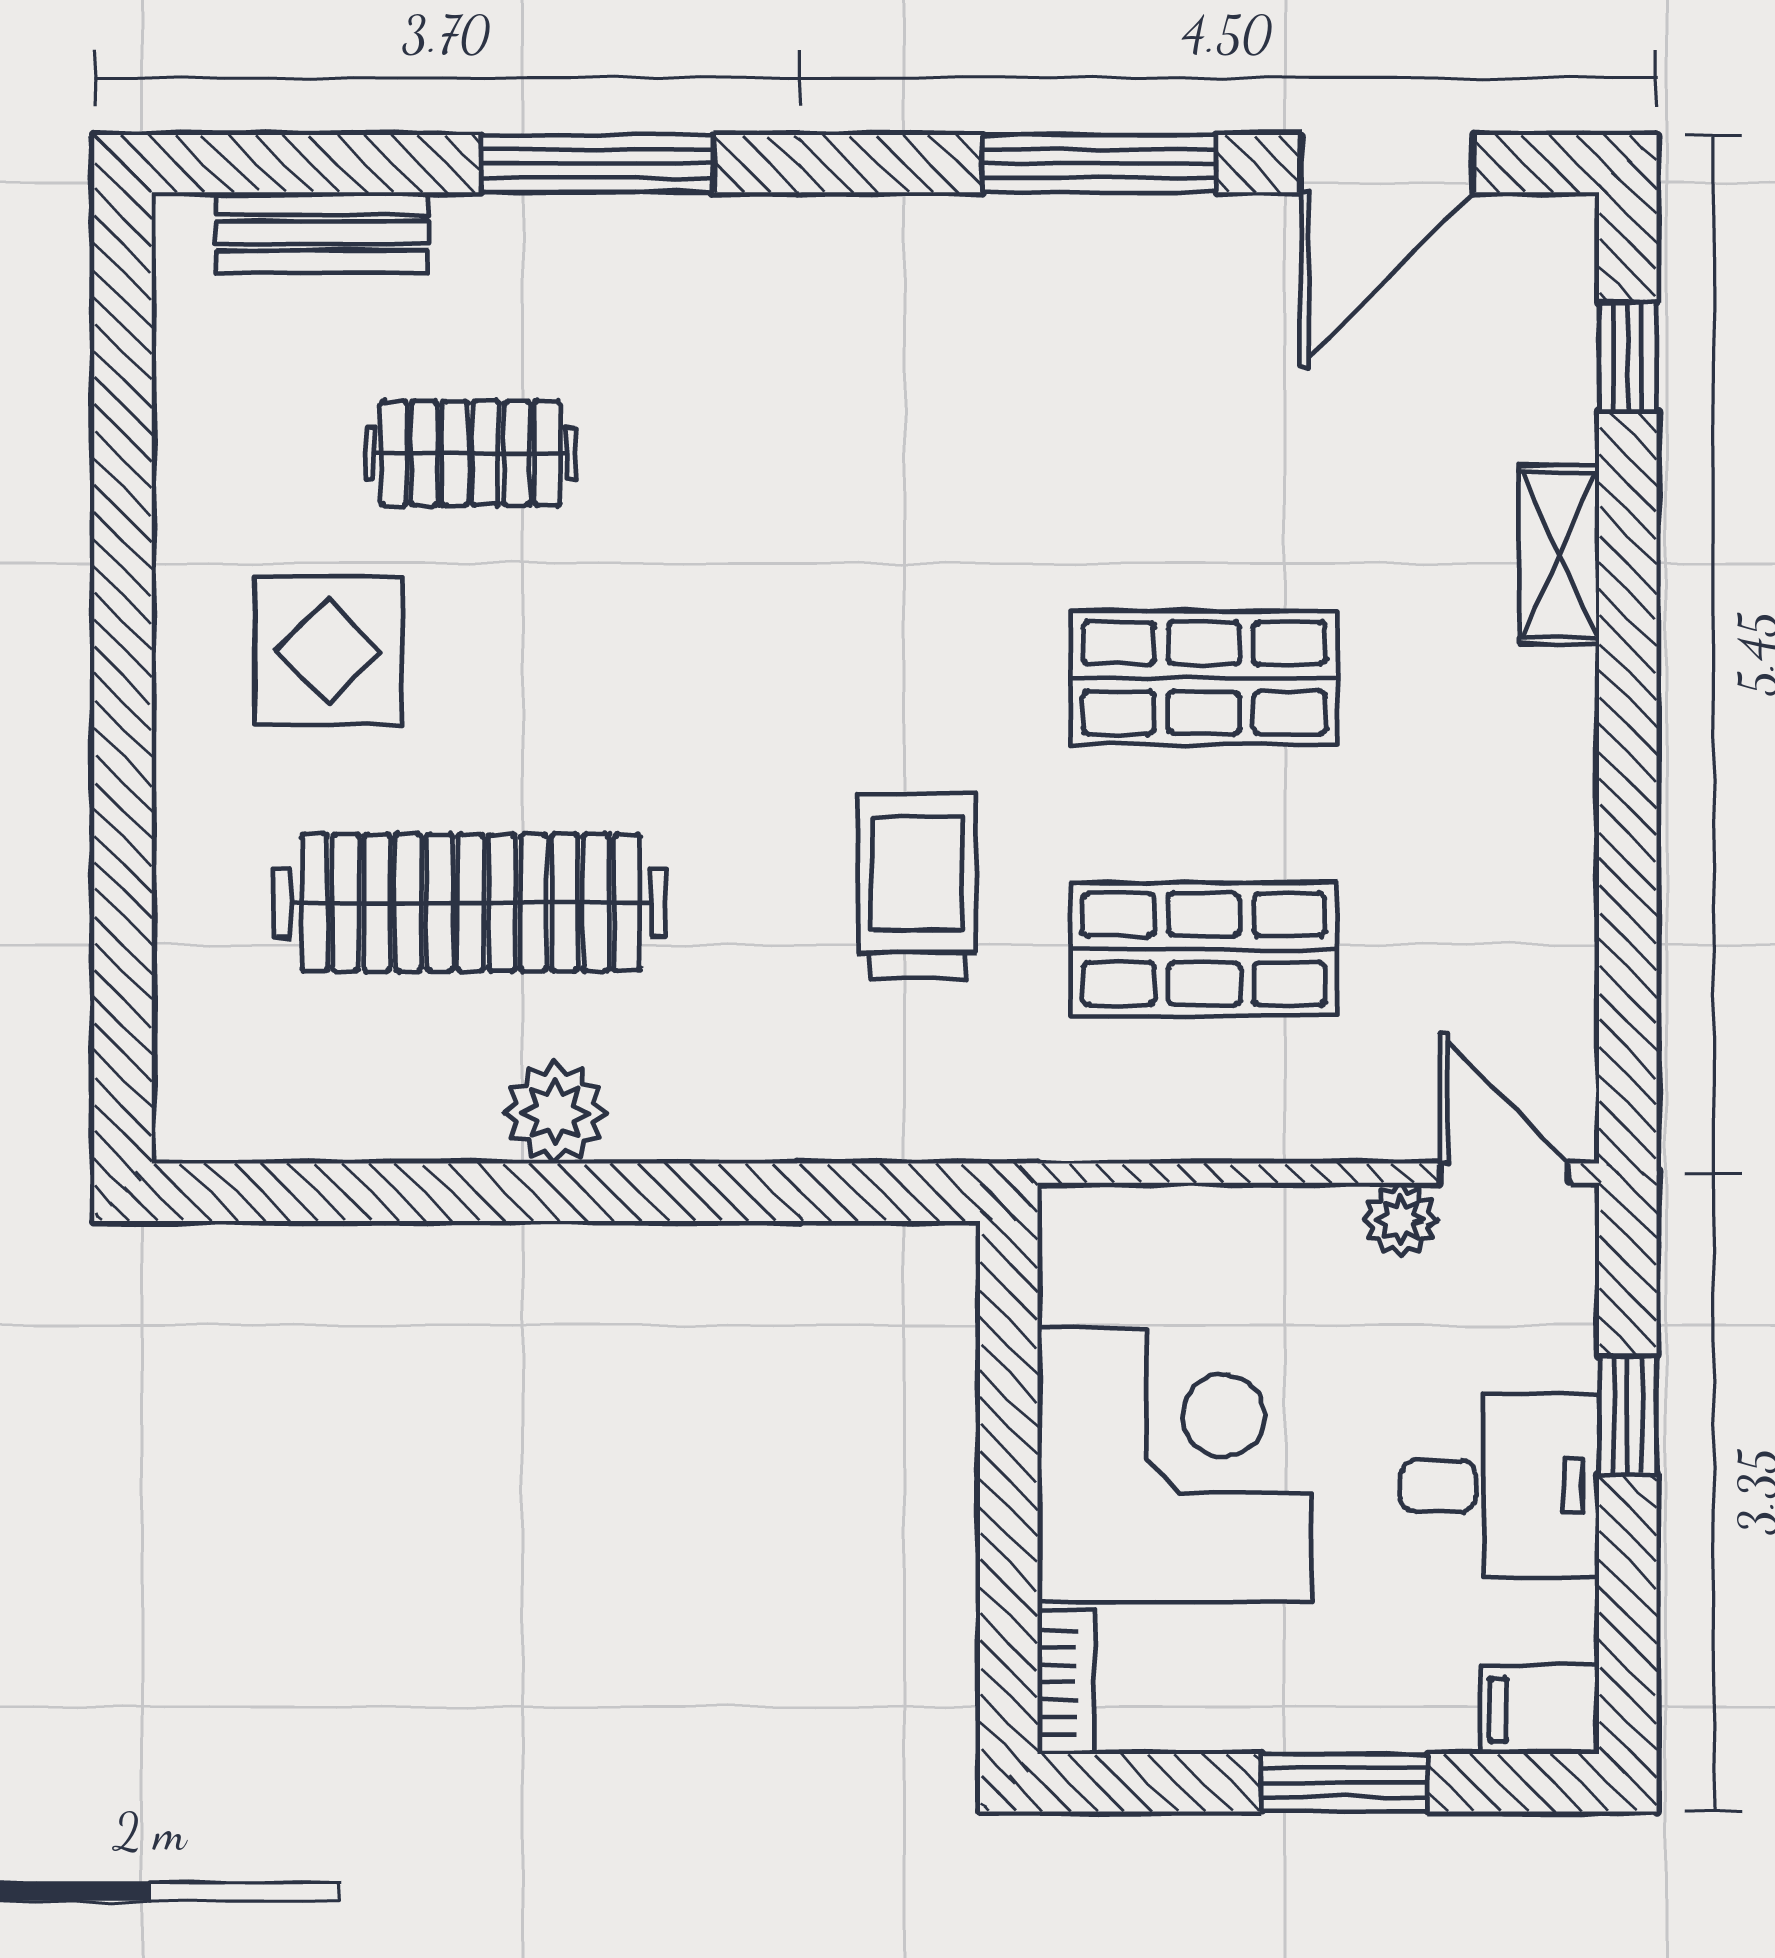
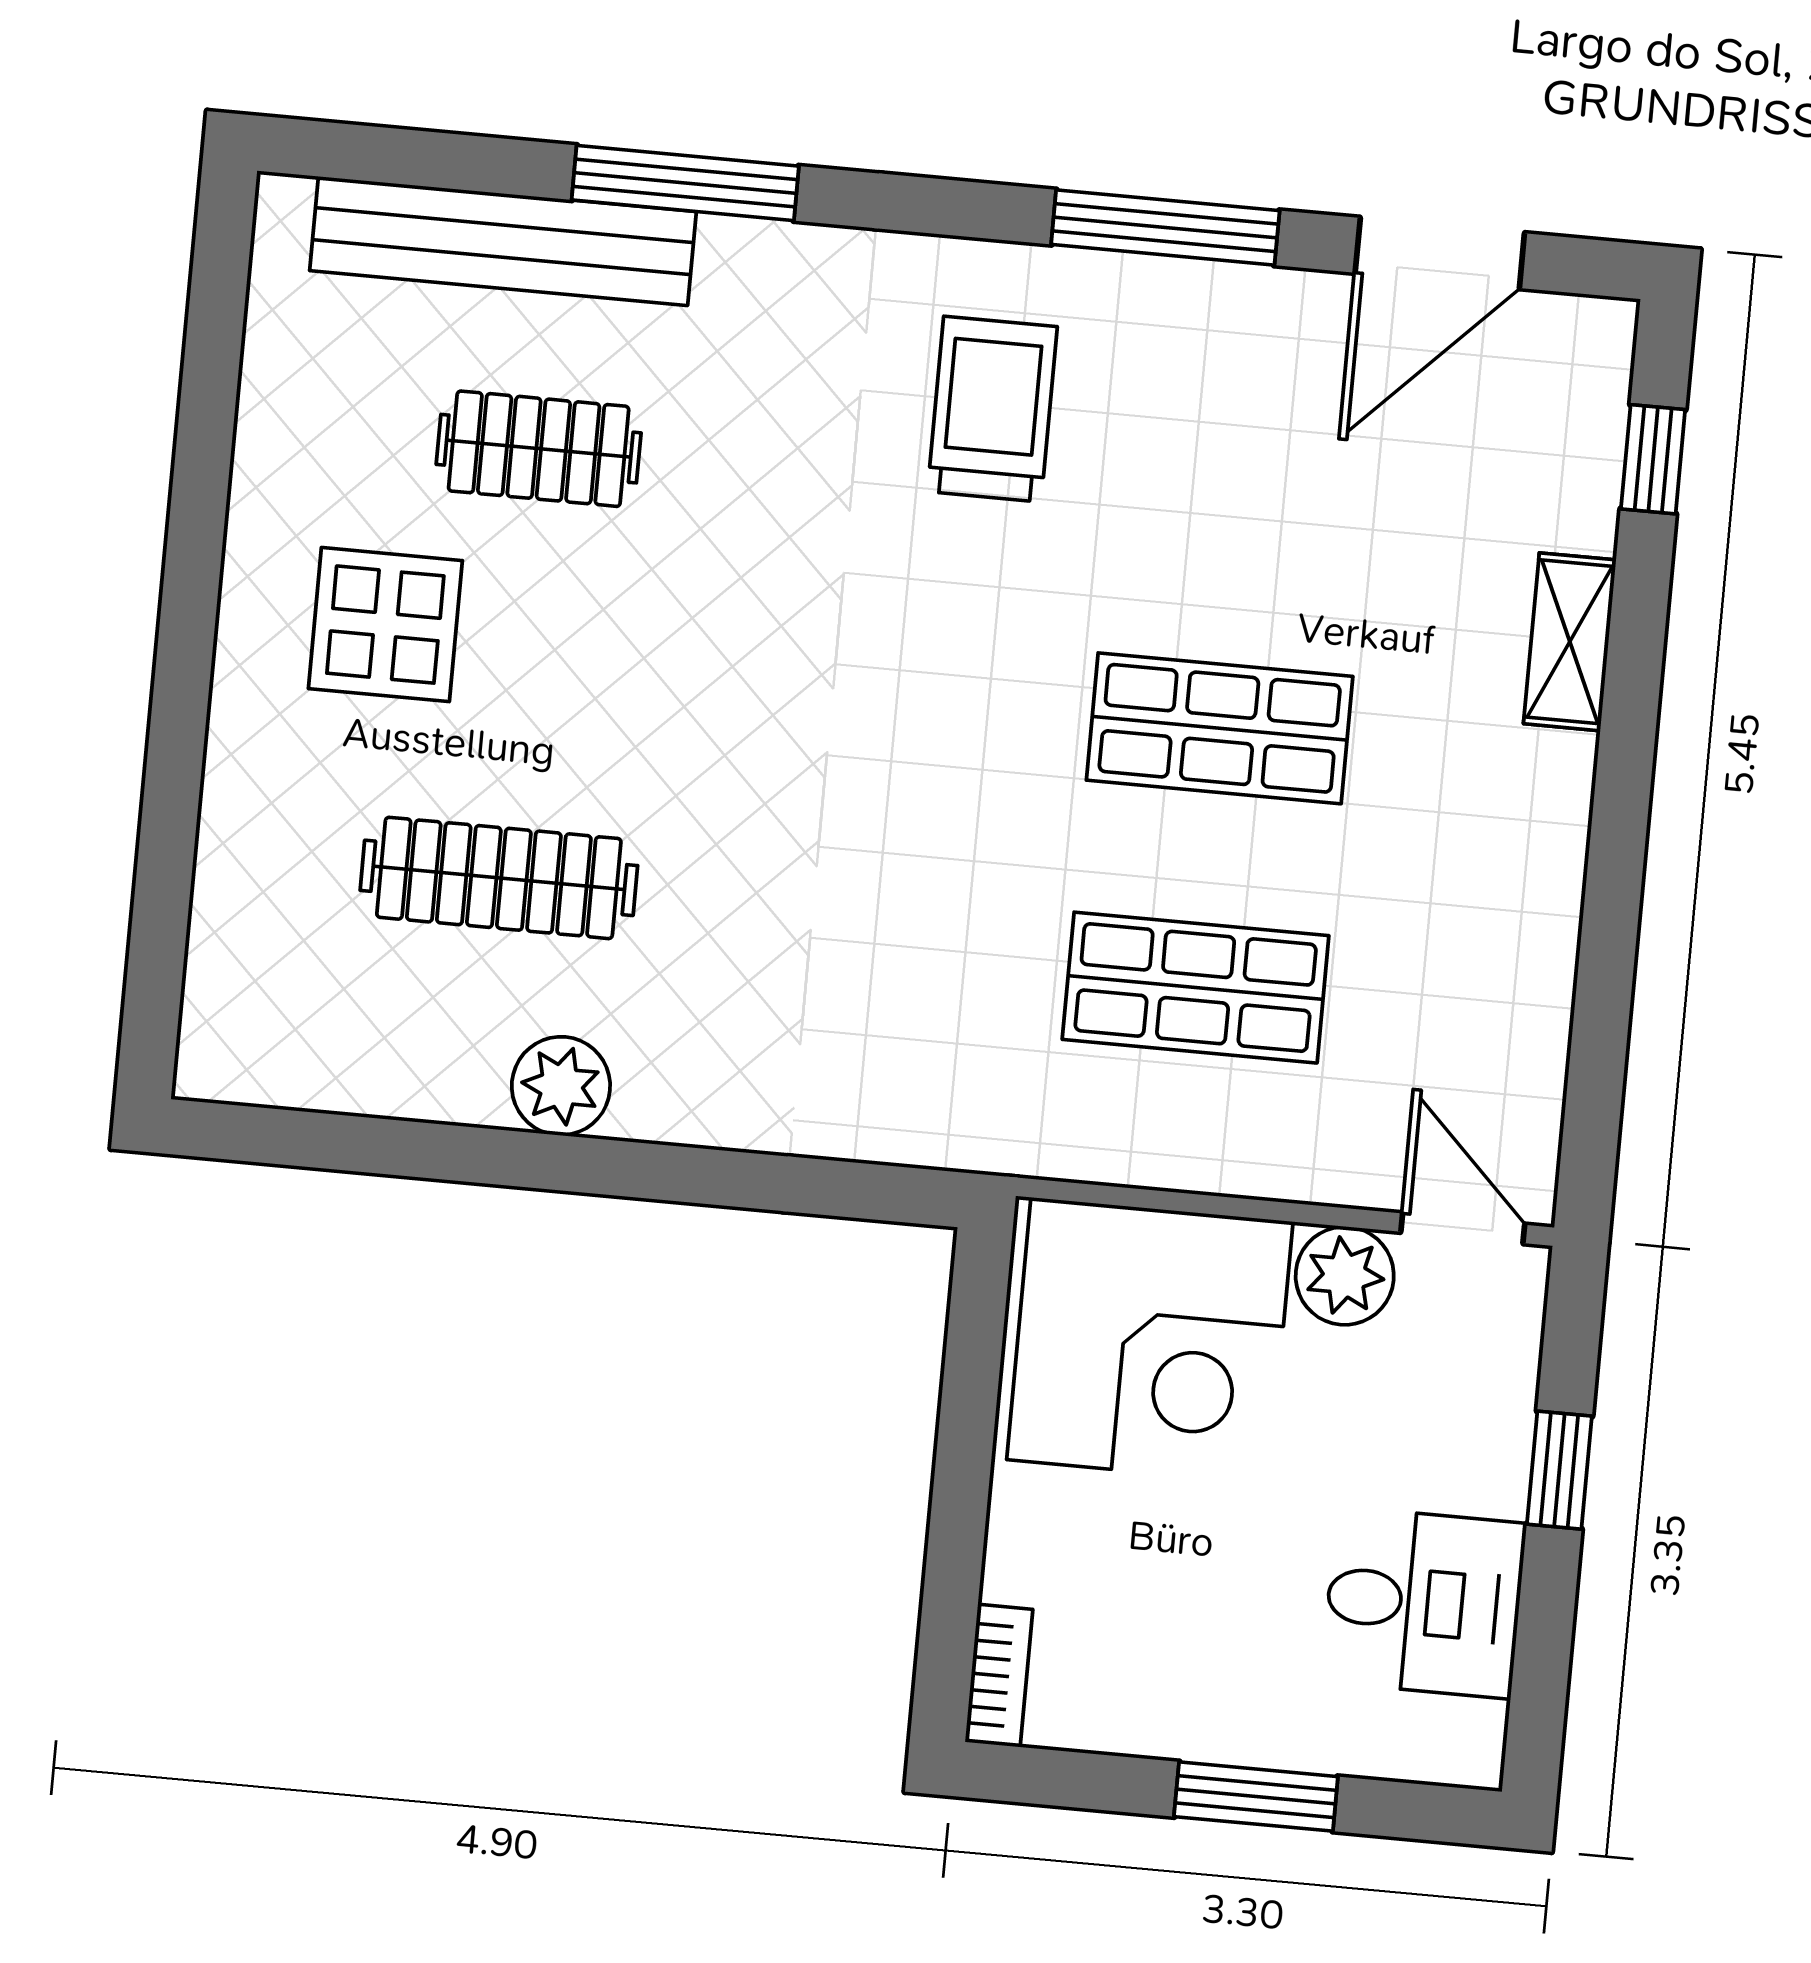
bench: (322, 233) -> (503, 241), width x1.86, depth x1.21
trolley: (917, 886) -> (992, 409), moved
clothes rail: (471, 903) -> (499, 878), width x0.73, depth x0.76
plant: (1400, 1220) -> (1345, 1276), width x1.38, depth x1.38
corner desk: (1174, 1465) -> (1150, 1341), moved, turned 90
desk: (1500, 1486) -> (1424, 1603), moved
filing cabinet: (1540, 1710) -> (1449, 1744), removed

